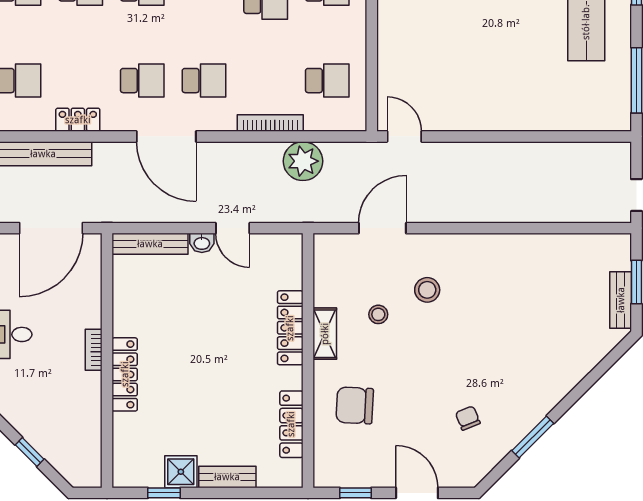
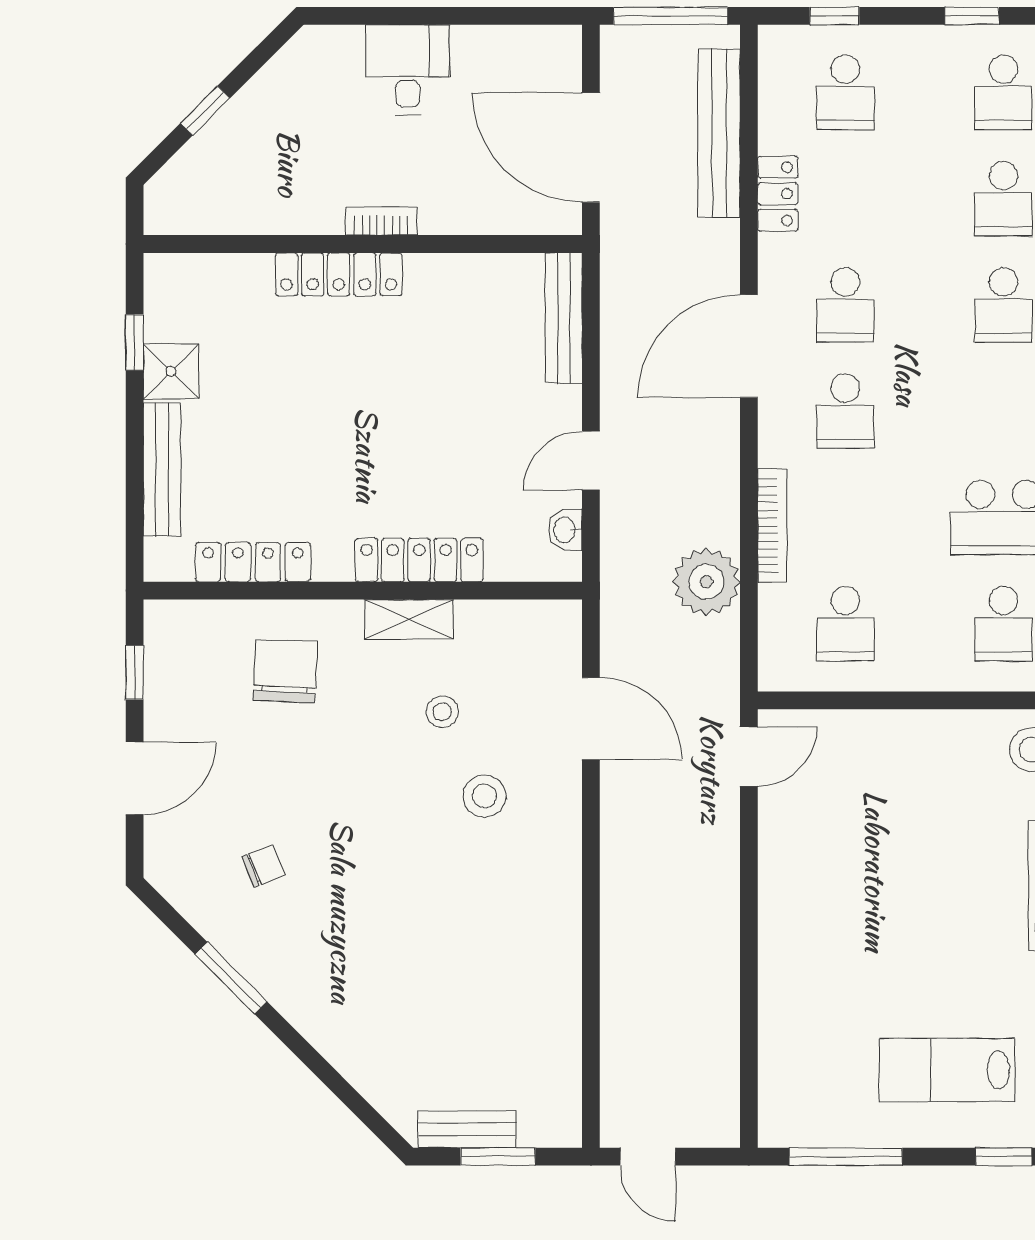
washbasin: (202, 243) -> (565, 530), moved
bench: (227, 477) -> (162, 469), width x1.36

